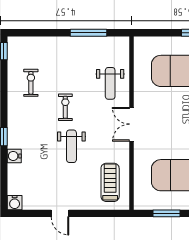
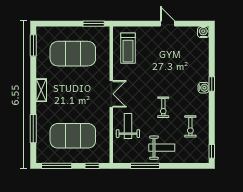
window: (156, 33) -> (92, 166), added
weight bench: (71, 146) -> (162, 148), moved, turned 90
water cooler: (14, 156) -> (204, 88), moved
window: (167, 213) -> (94, 24), moved

